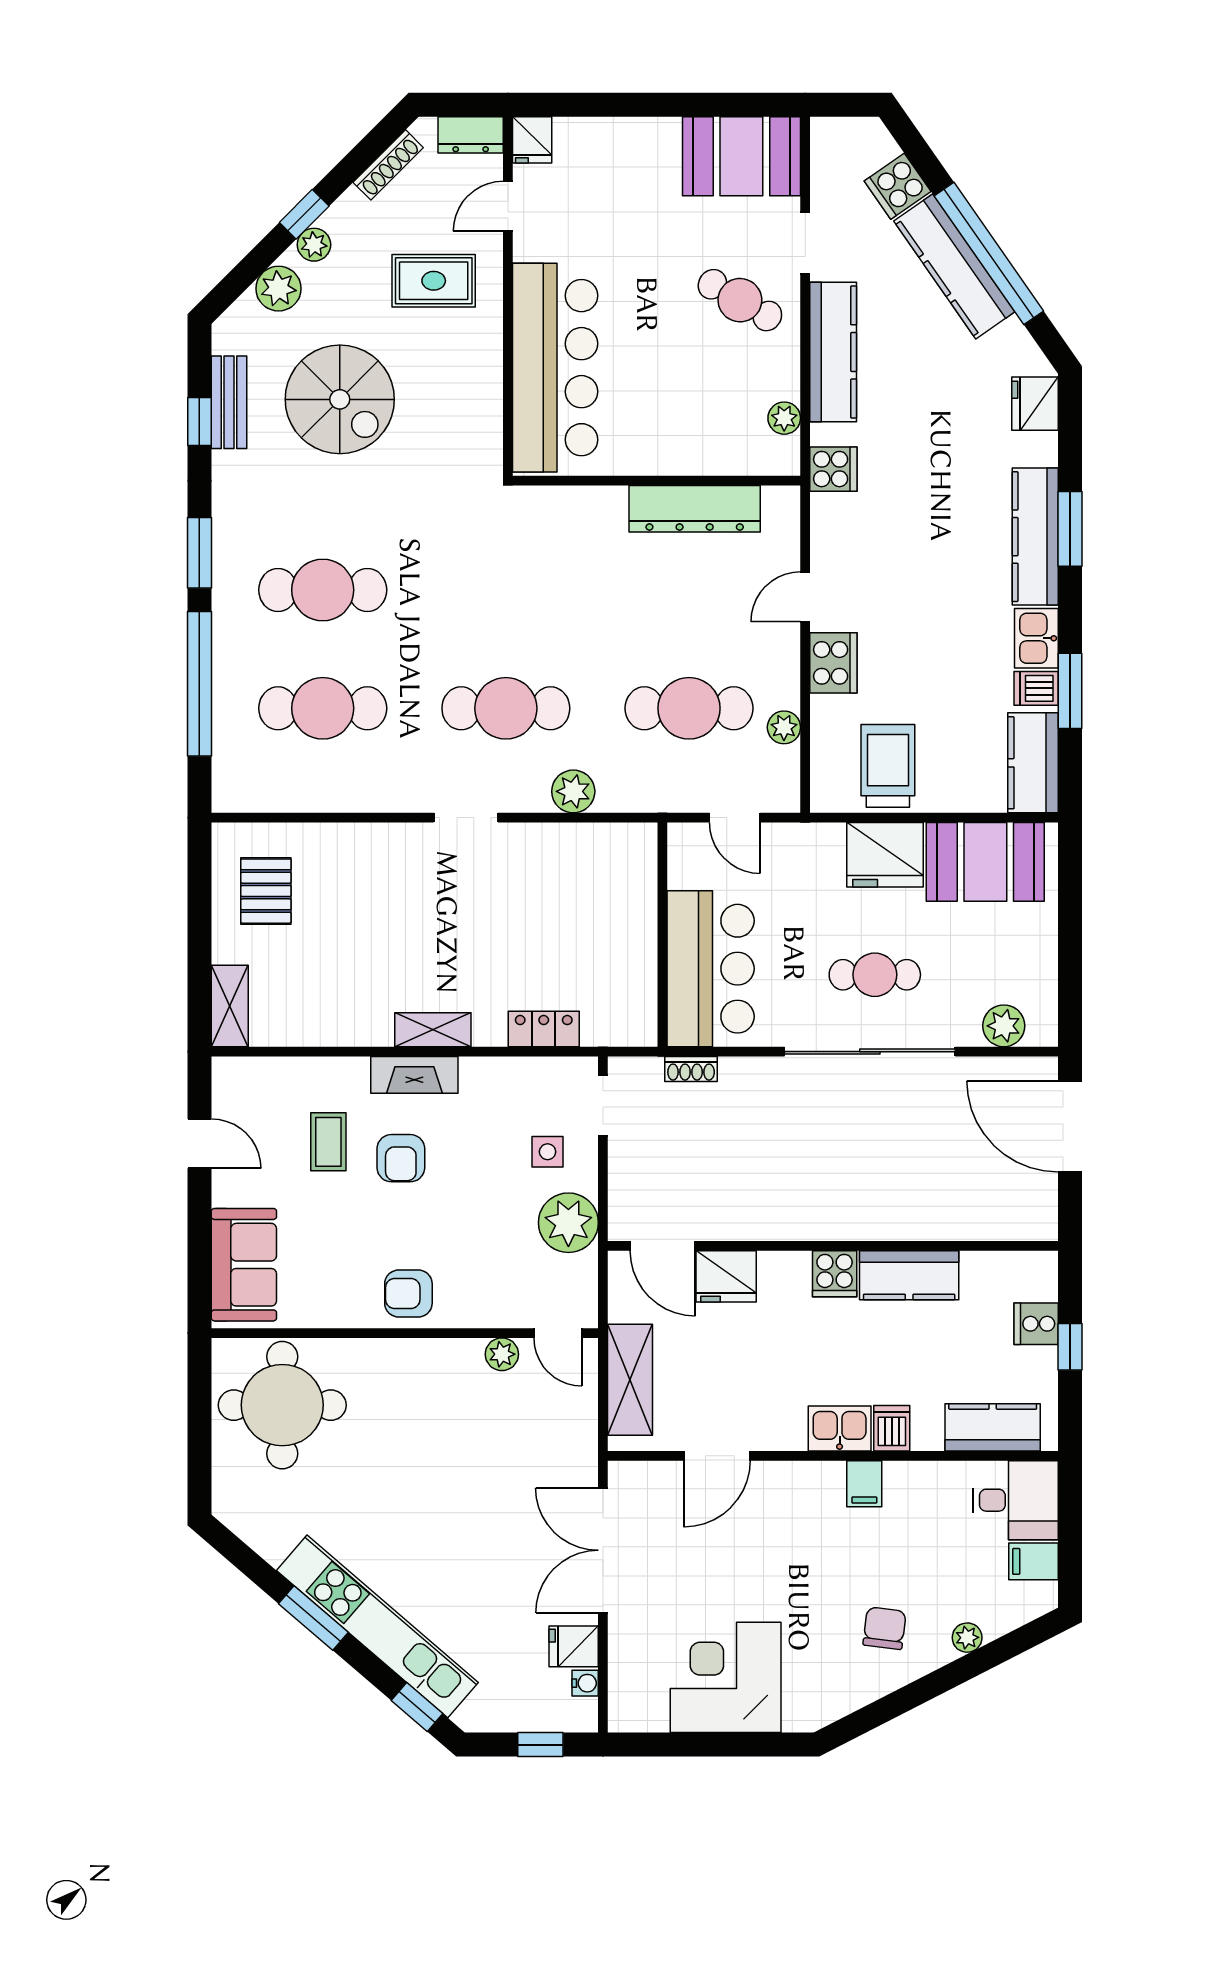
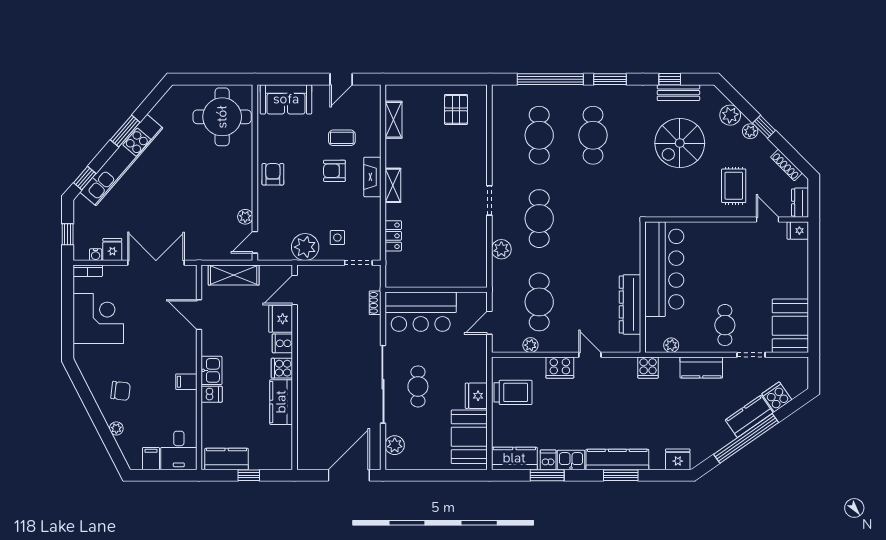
kitchen counter: (954, 266) -> (749, 416), width x0.67
cafe table: (740, 300) -> (725, 325), turned -30
kitchen counter: (833, 352) -> (701, 368), width x0.67
bar counter: (555, 368) -> (664, 269), moved, turned -90
fridge: (885, 855) -> (476, 396), width x0.73, depth x0.75
pallet: (266, 891) -> (456, 109), turned 90
shelving: (230, 1006) -> (393, 120), moved, turned 90
cooker: (1036, 1324) -> (282, 343), moved, turned -90
kitchen counter: (993, 1427) -> (227, 459), moved, turned -90
bookcase: (621, 1701) -> (88, 271), added

